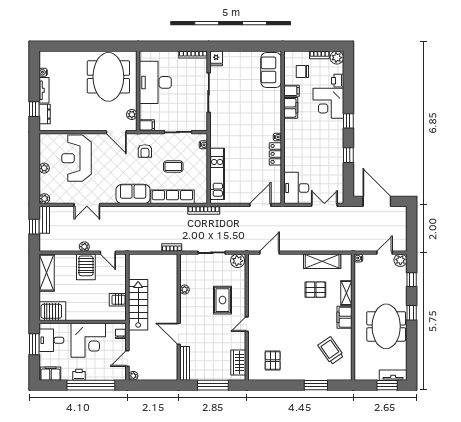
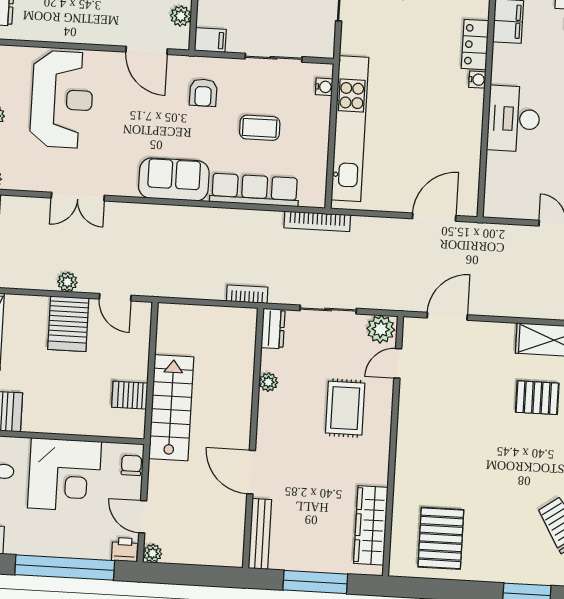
locker: (275, 154) -> (475, 45), moved
reception desk: (77, 158) -> (62, 99), turned 180
kitchen unit: (217, 174) -> (350, 129), width x1.36
desk: (296, 188) -> (514, 119), moved
dresser: (185, 263) -> (273, 329), added
door: (247, 324) -> (398, 363), moved
door: (127, 358) -> (143, 517), hinge flipped
pallet: (273, 361) -> (441, 538), width x1.50, depth x1.42
wardrobe: (238, 363) -> (371, 525), width x1.50
printer: (79, 375) -> (125, 550), moved

